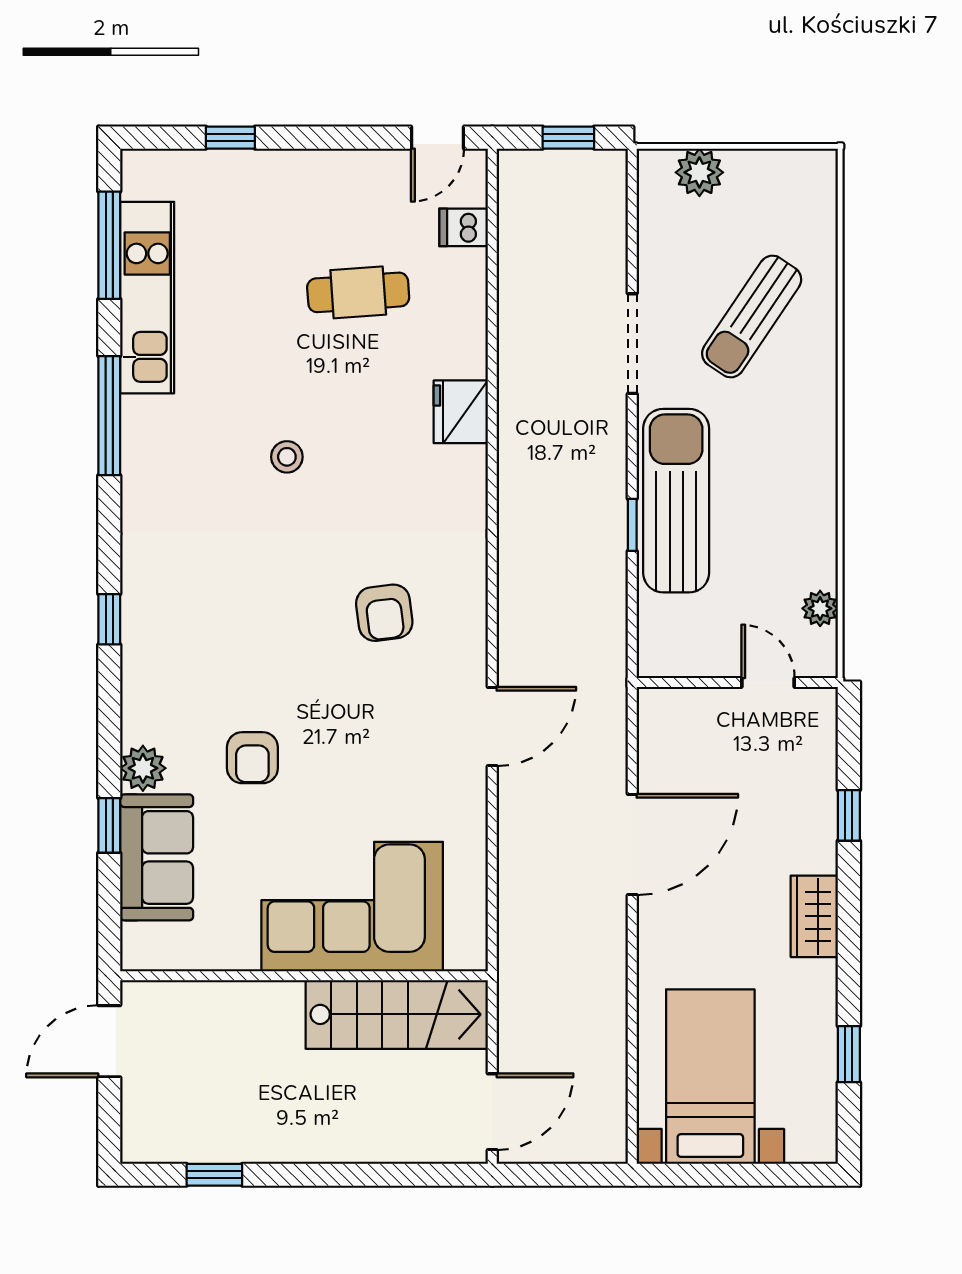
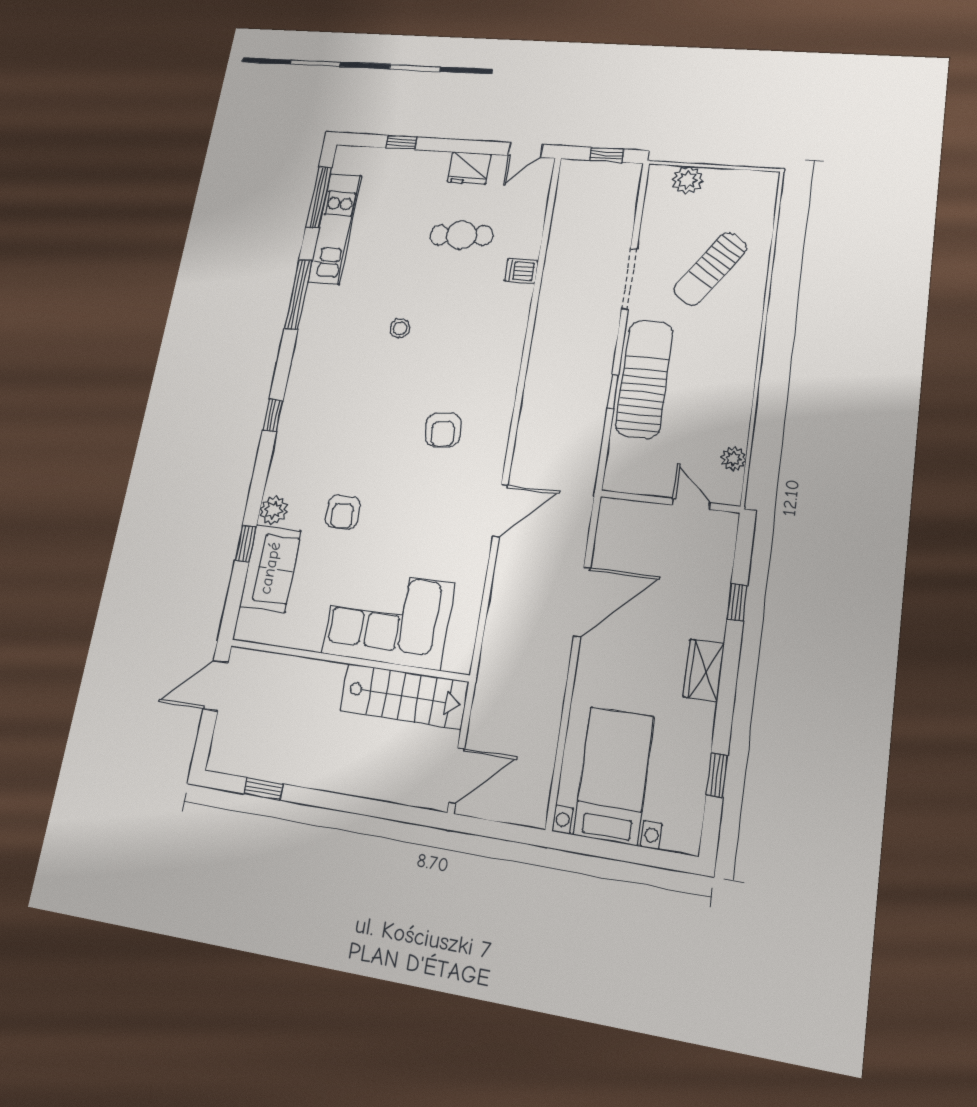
dishwasher: (464, 227) -> (521, 271), moved
fridge: (461, 412) -> (469, 168), moved, turned -90

